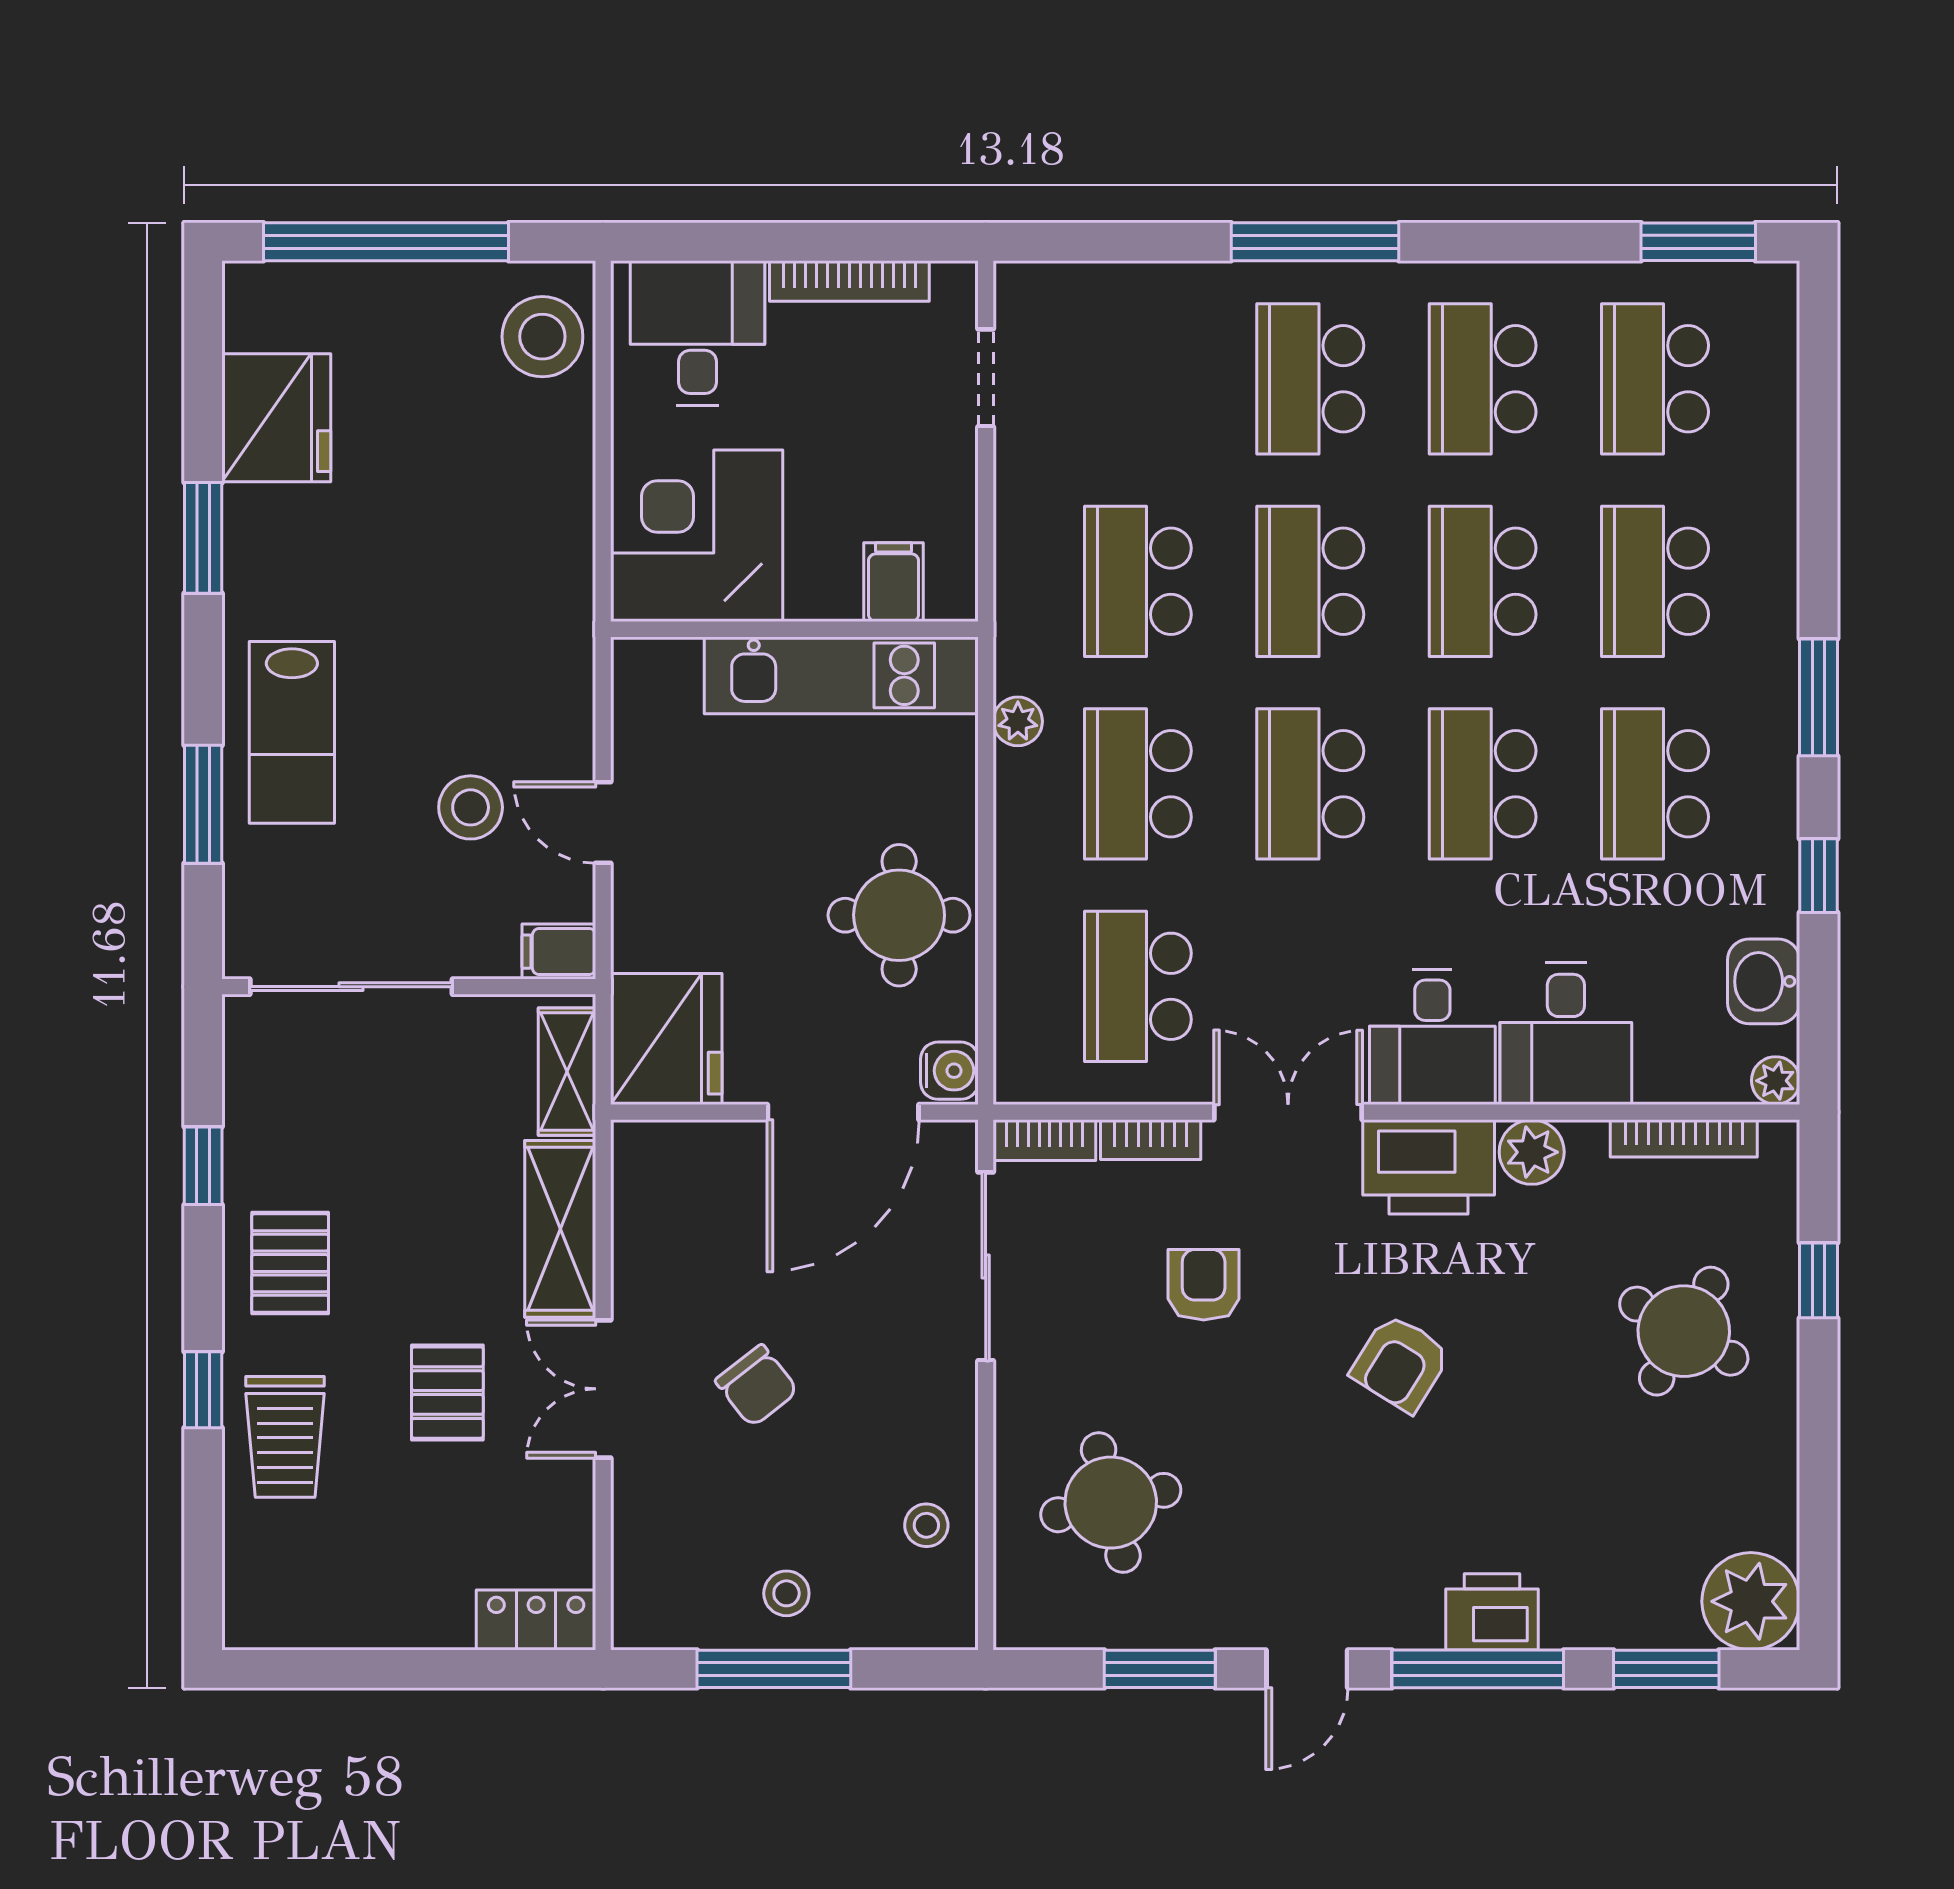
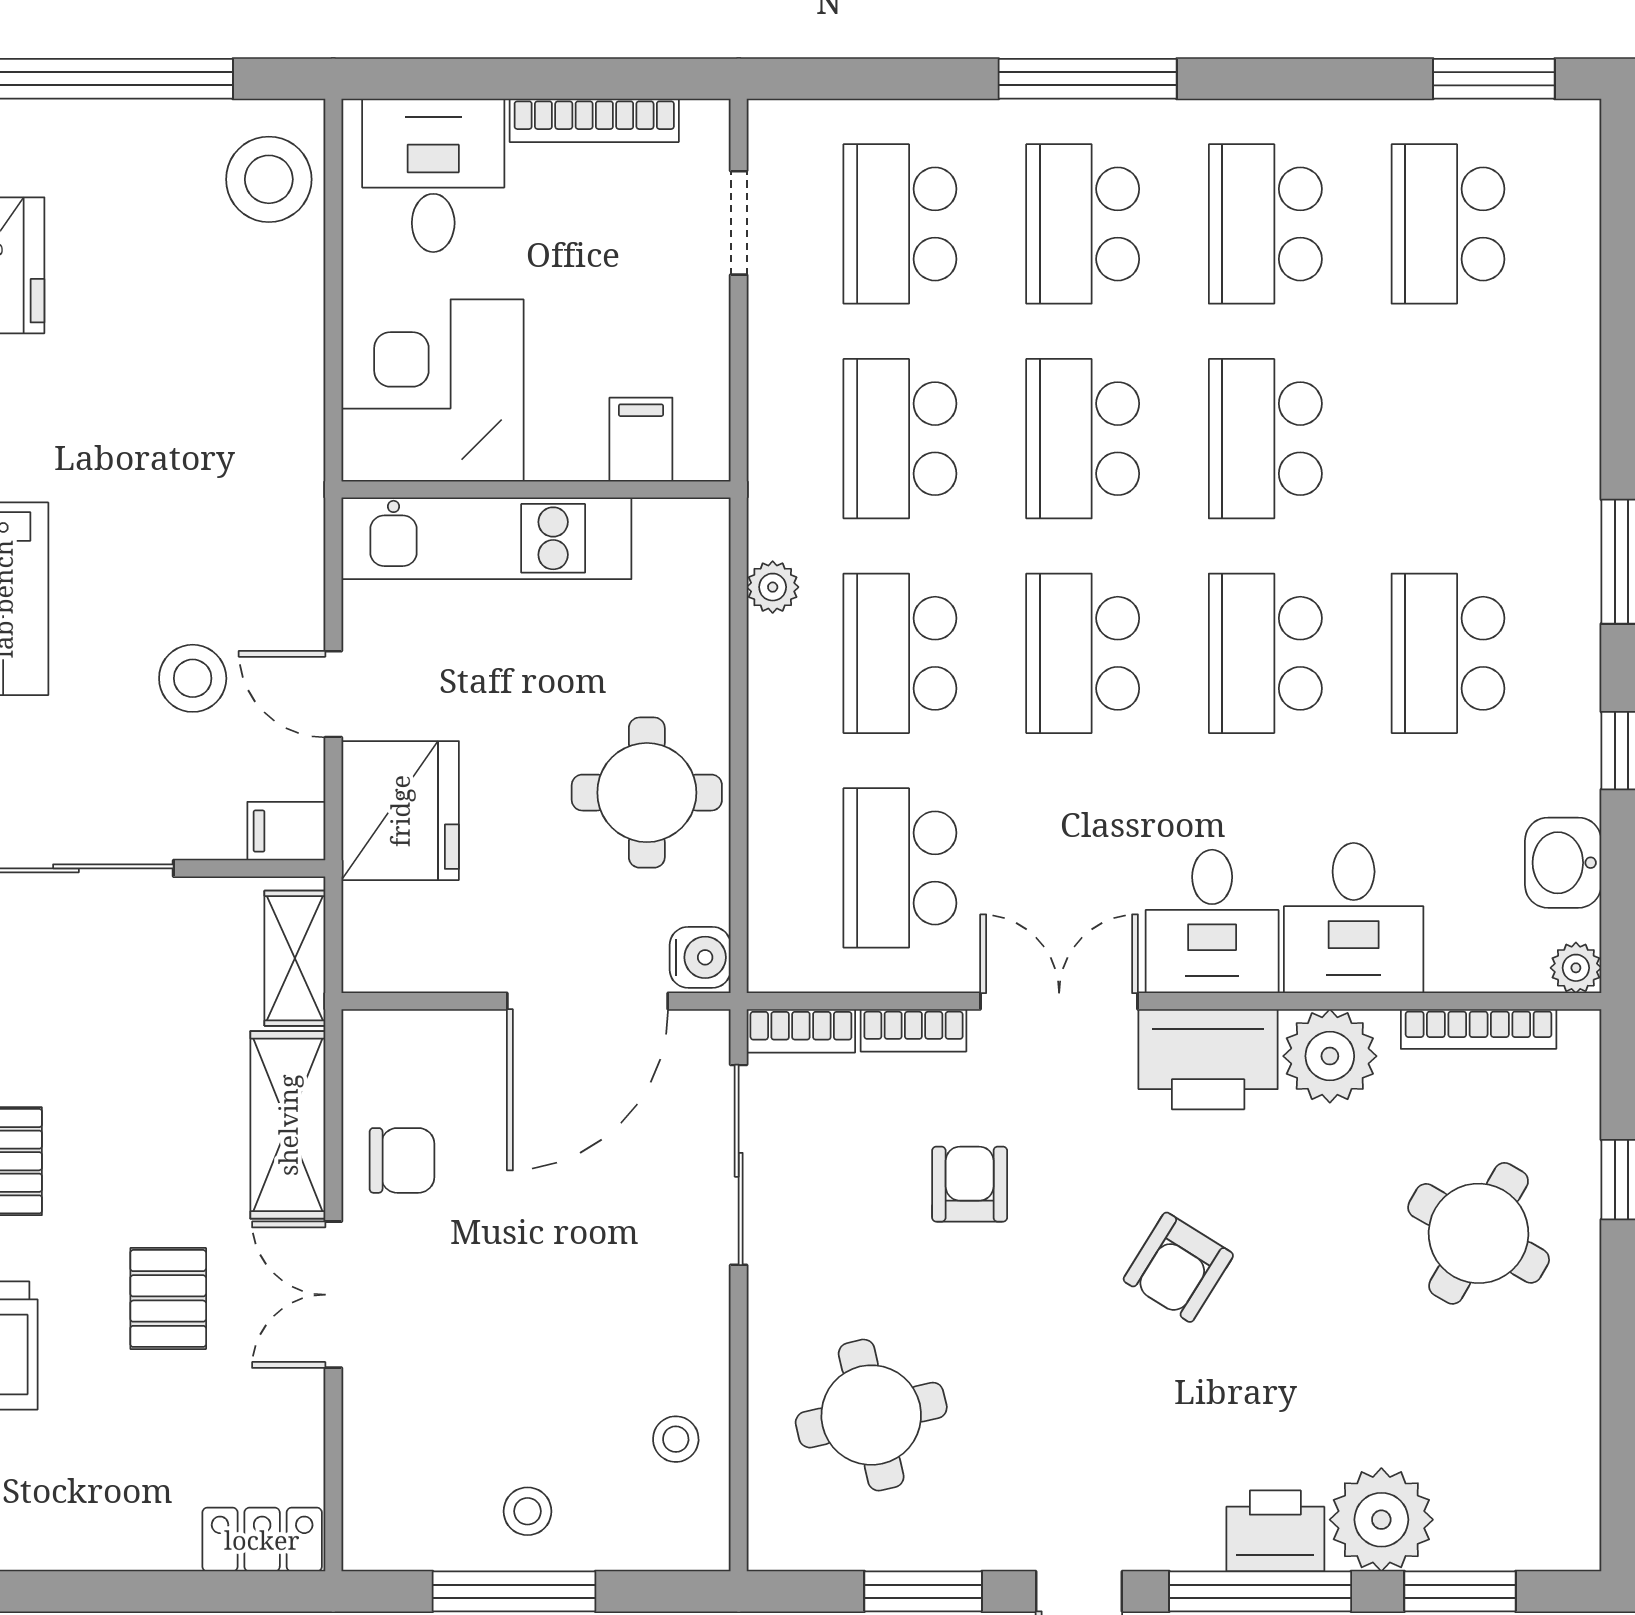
school desk: (1655, 581) -> (900, 224), moved
kitchen unit: (841, 675) -> (486, 538), moved
fridge: (666, 1039) -> (400, 811), moved
plant: (1532, 1152) -> (1330, 1056), width x1.36, depth x1.36
chair: (757, 1386) -> (402, 1160), moved, turned -52
plant: (1751, 1601) -> (1381, 1520), moved

